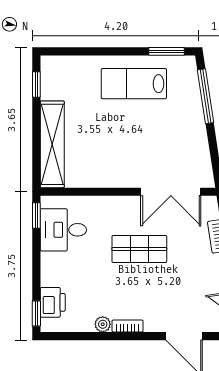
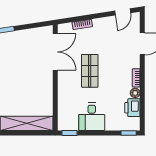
desk: (63, 230) -> (92, 117), moved
printer: (53, 302) -> (132, 108), moved, turned -90

